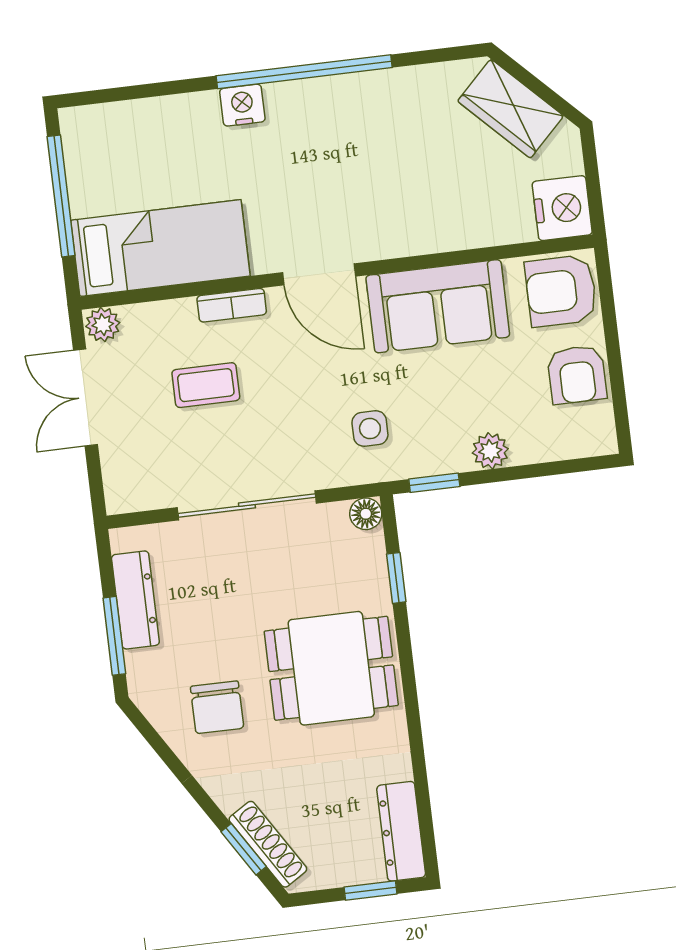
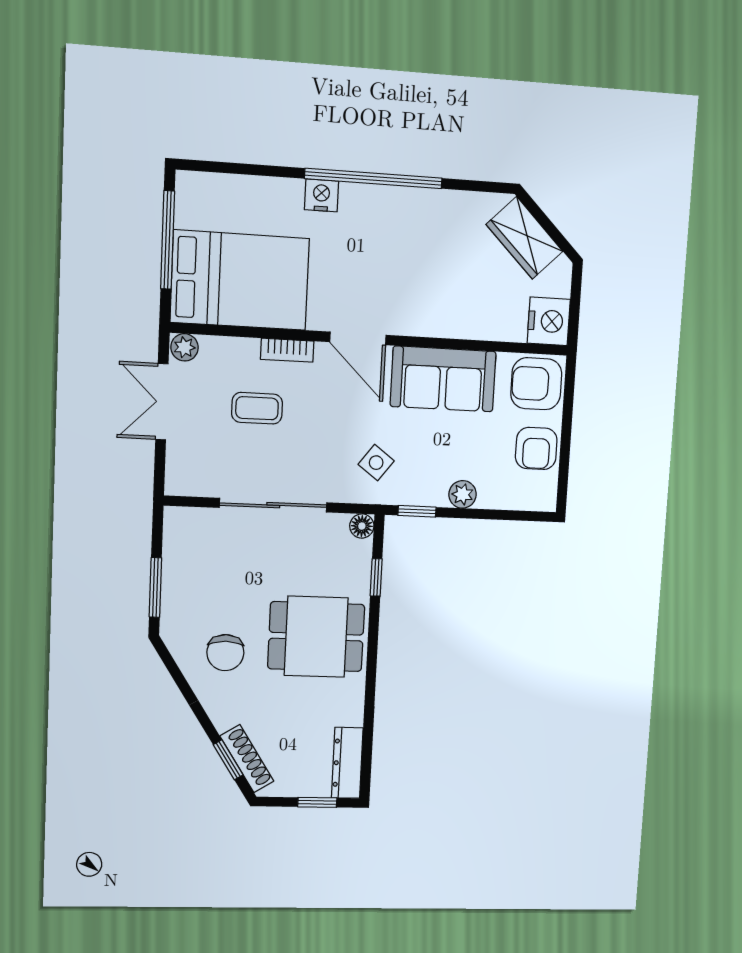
bed: (160, 248) -> (240, 280), width x1.50
side table: (370, 429) -> (376, 463), turned 37
dresser: (135, 600) -> (176, 563), removed

